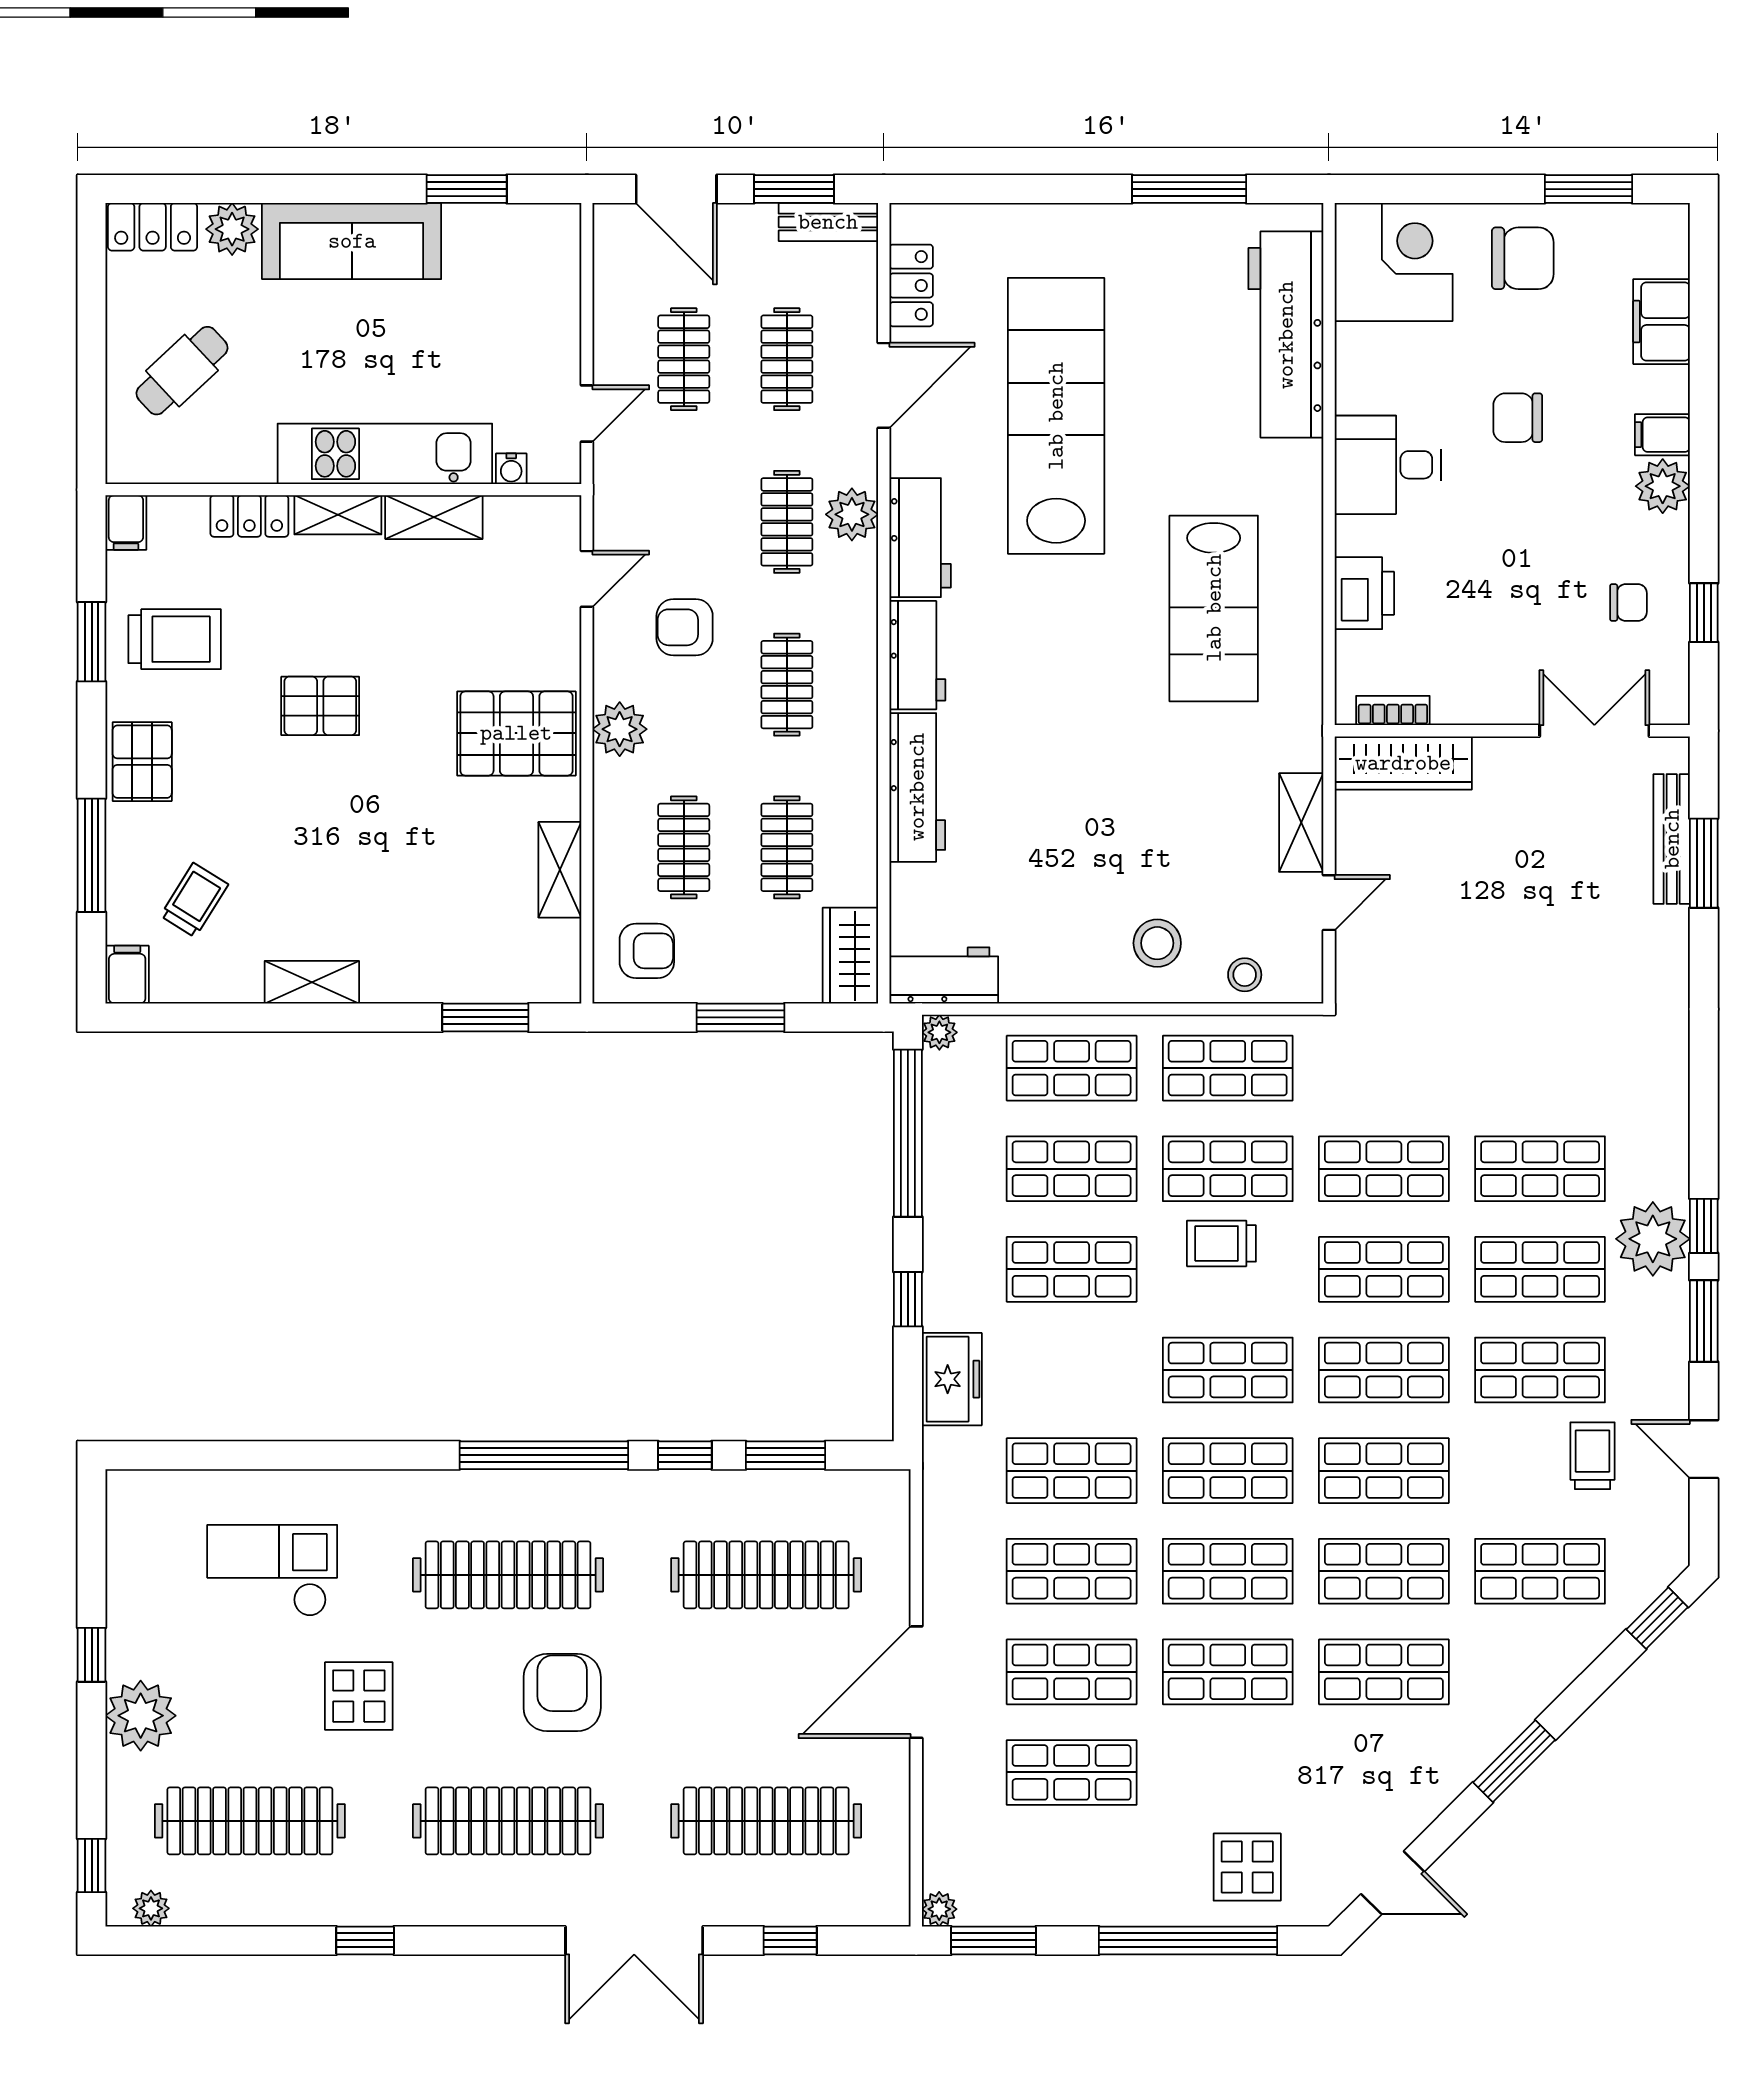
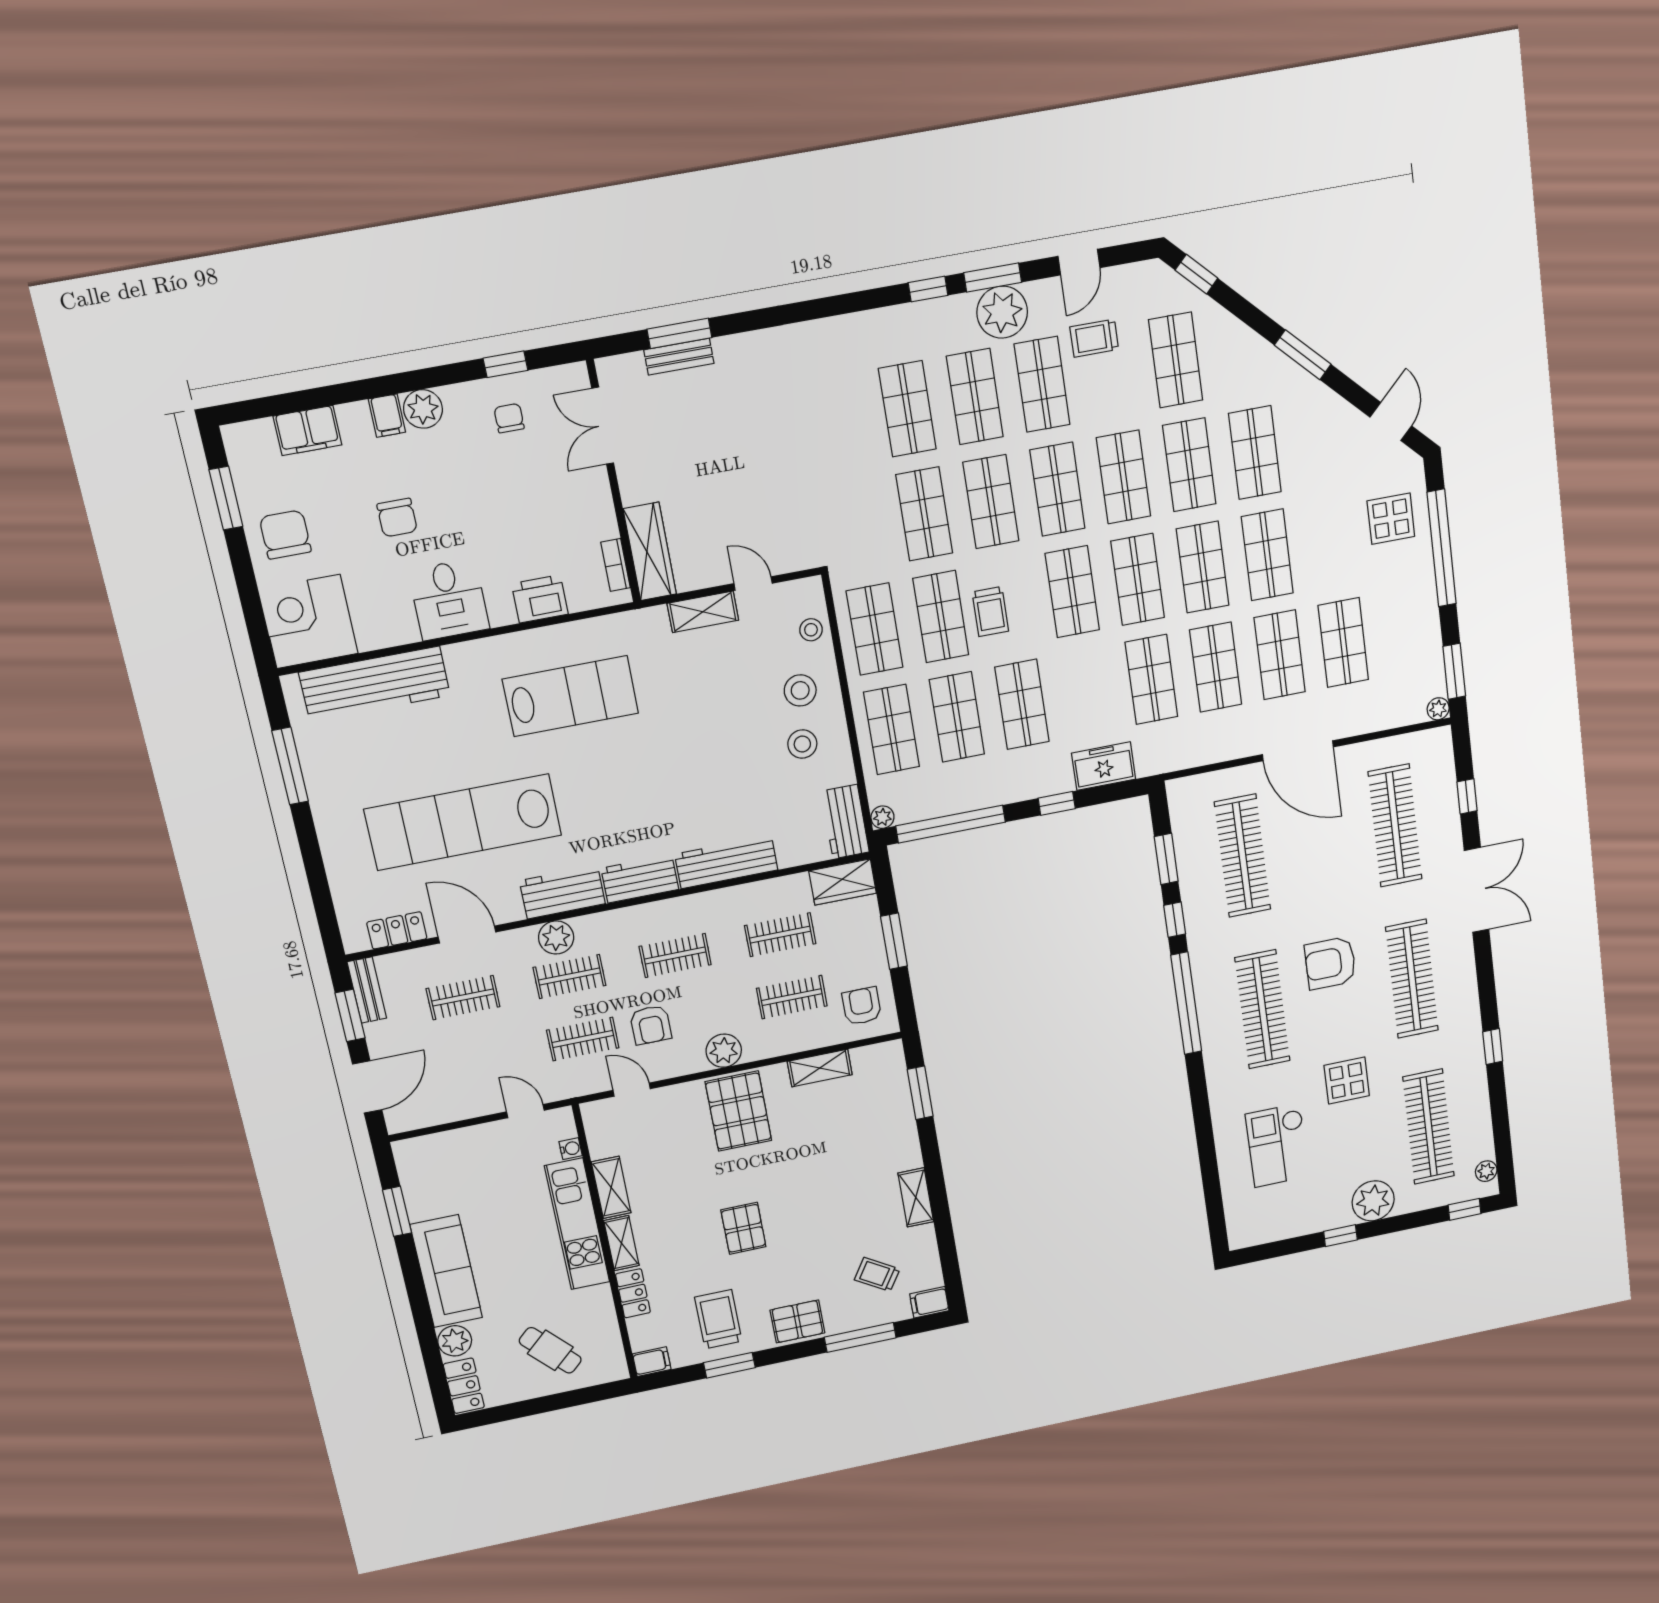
clothes rail: (684, 359) -> (583, 1039), moved
bench: (1672, 839) -> (679, 357), width x0.73
stool: (1076, 932) -> (802, 744), added
plant: (1653, 1239) -> (1002, 312), moved

